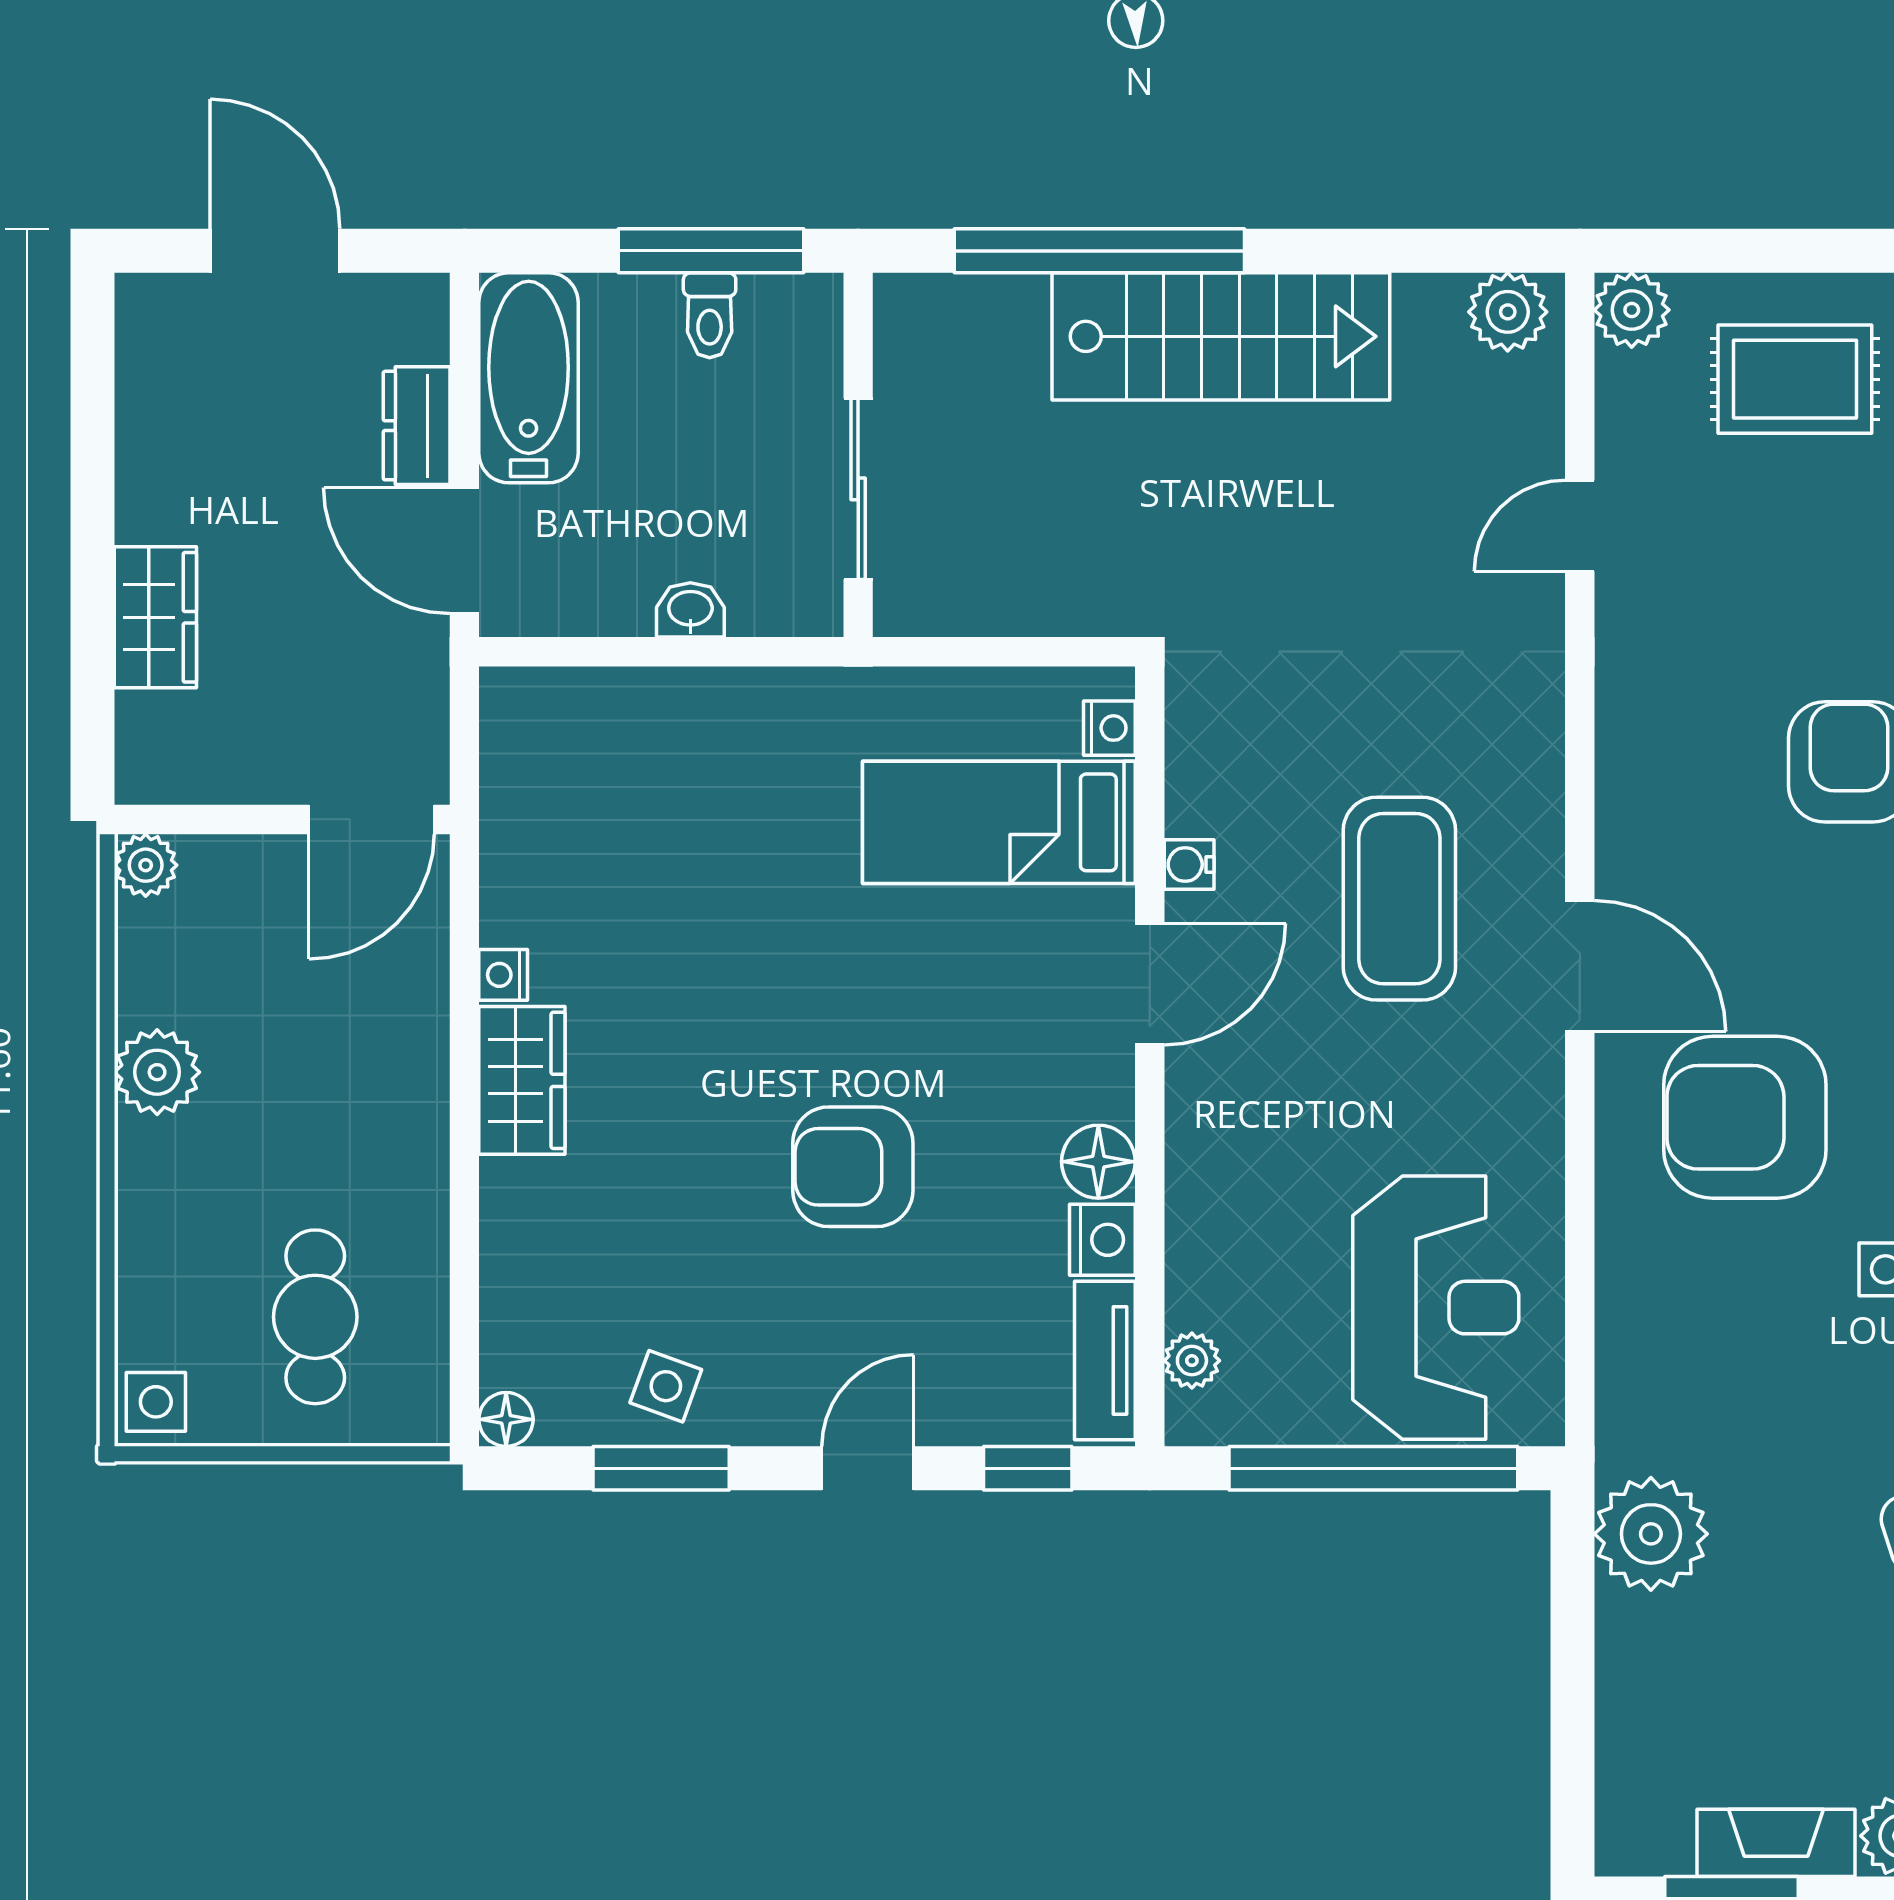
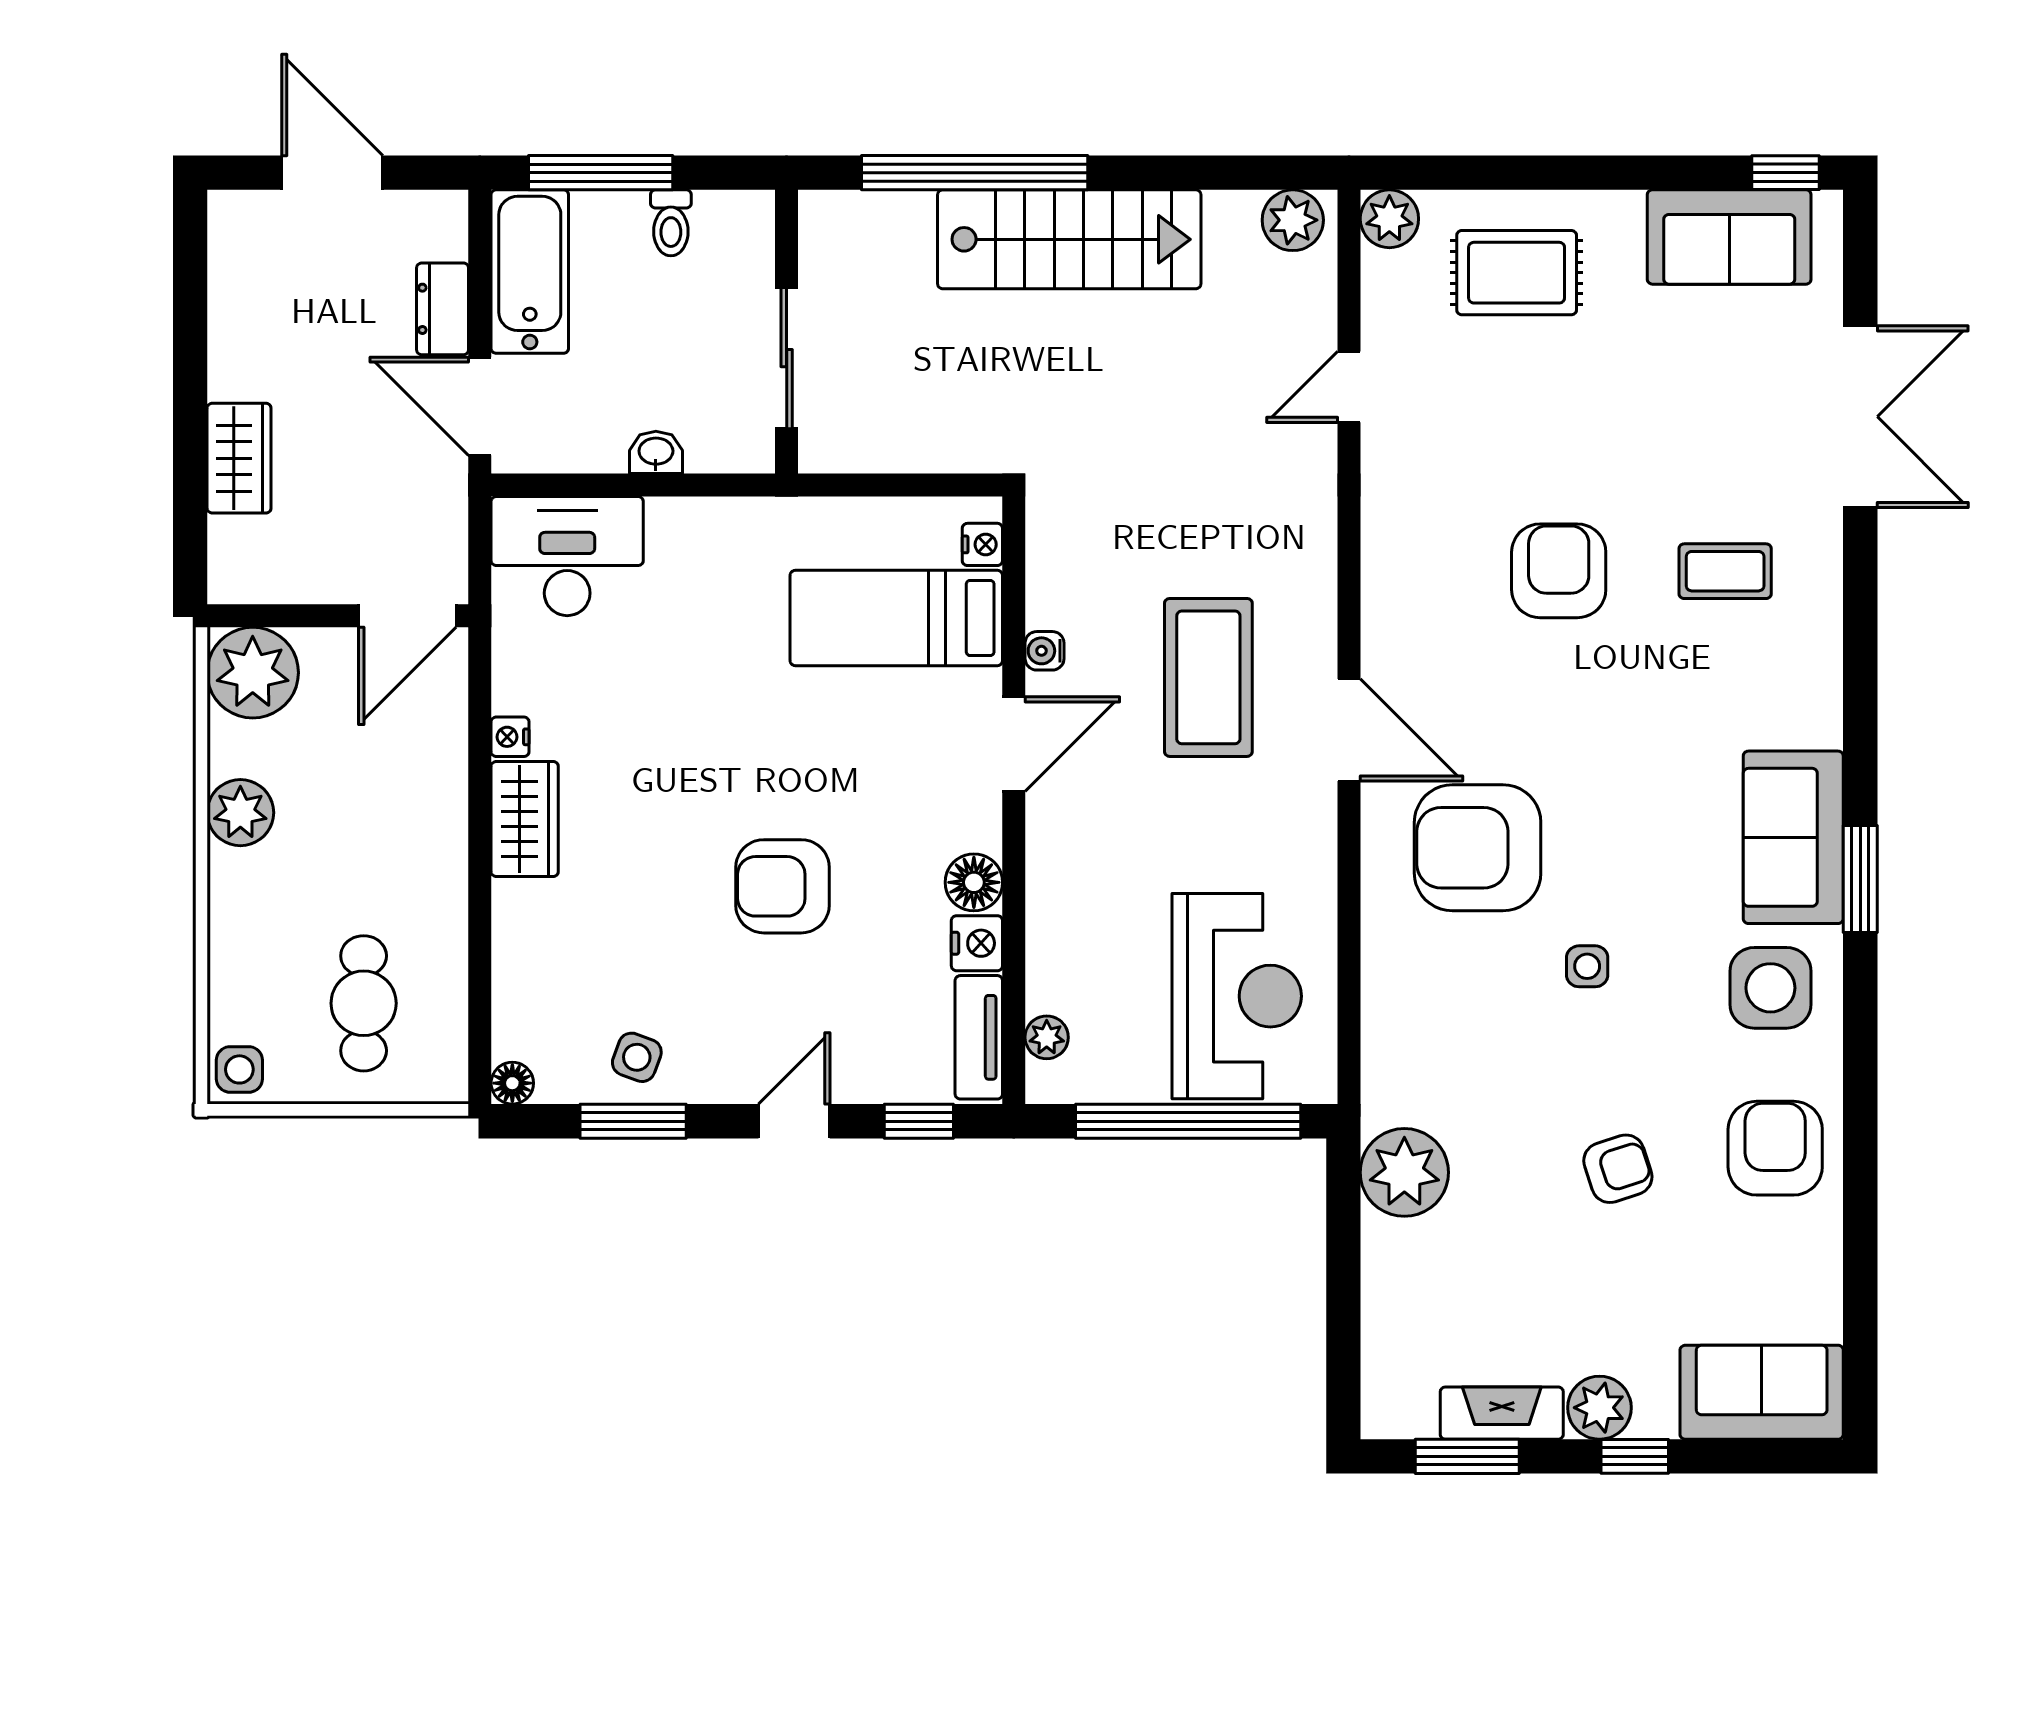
window: (711, 251) -> (601, 173), moved
desk: (576, 743) -> (567, 556), added
plant: (146, 865) -> (253, 673), width x1.88, depth x1.88

